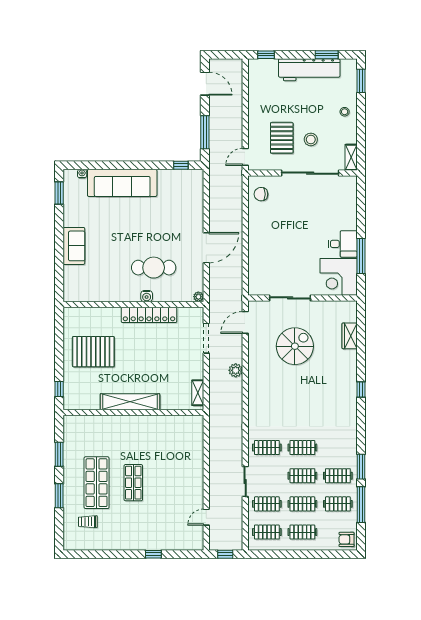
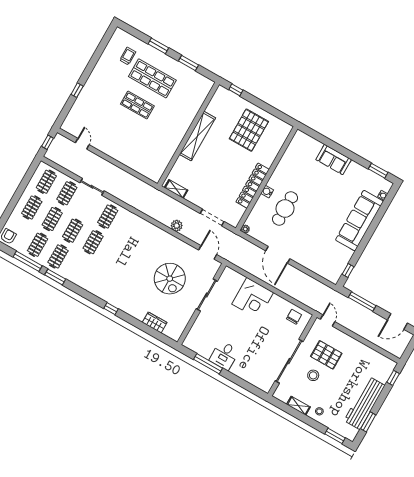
shelving: (351, 157) -> (298, 406), moved
corner desk: (339, 277) -> (253, 298), moved, turned 180

